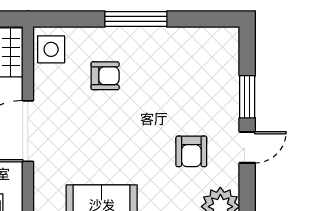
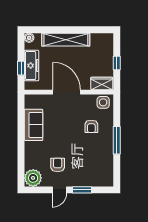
door: (247, 147) -> (59, 190), hinge flipped
armchair: (191, 151) -> (58, 165), turned 90

